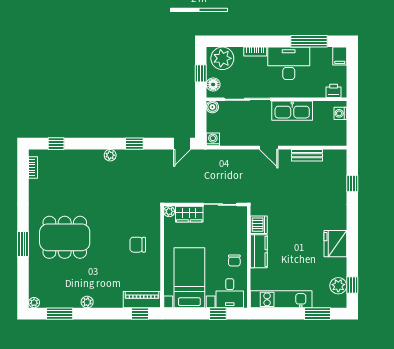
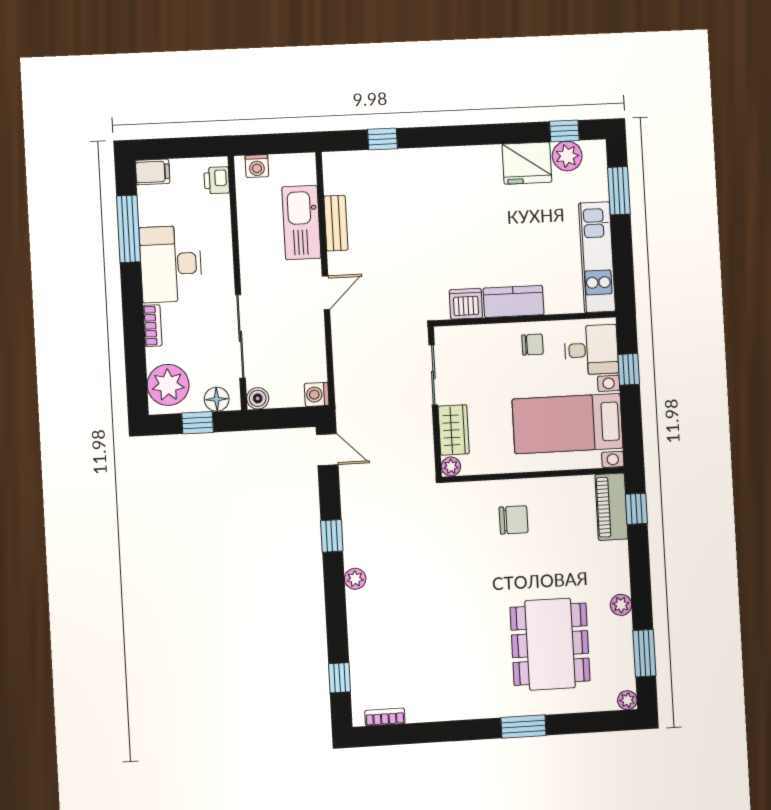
kitchen sink: (292, 111) -> (301, 223), moved, turned 180
dining table: (65, 237) -> (550, 644), moved
fridge: (335, 244) -> (527, 163), moved
chair: (138, 245) -> (513, 520), turned -90

